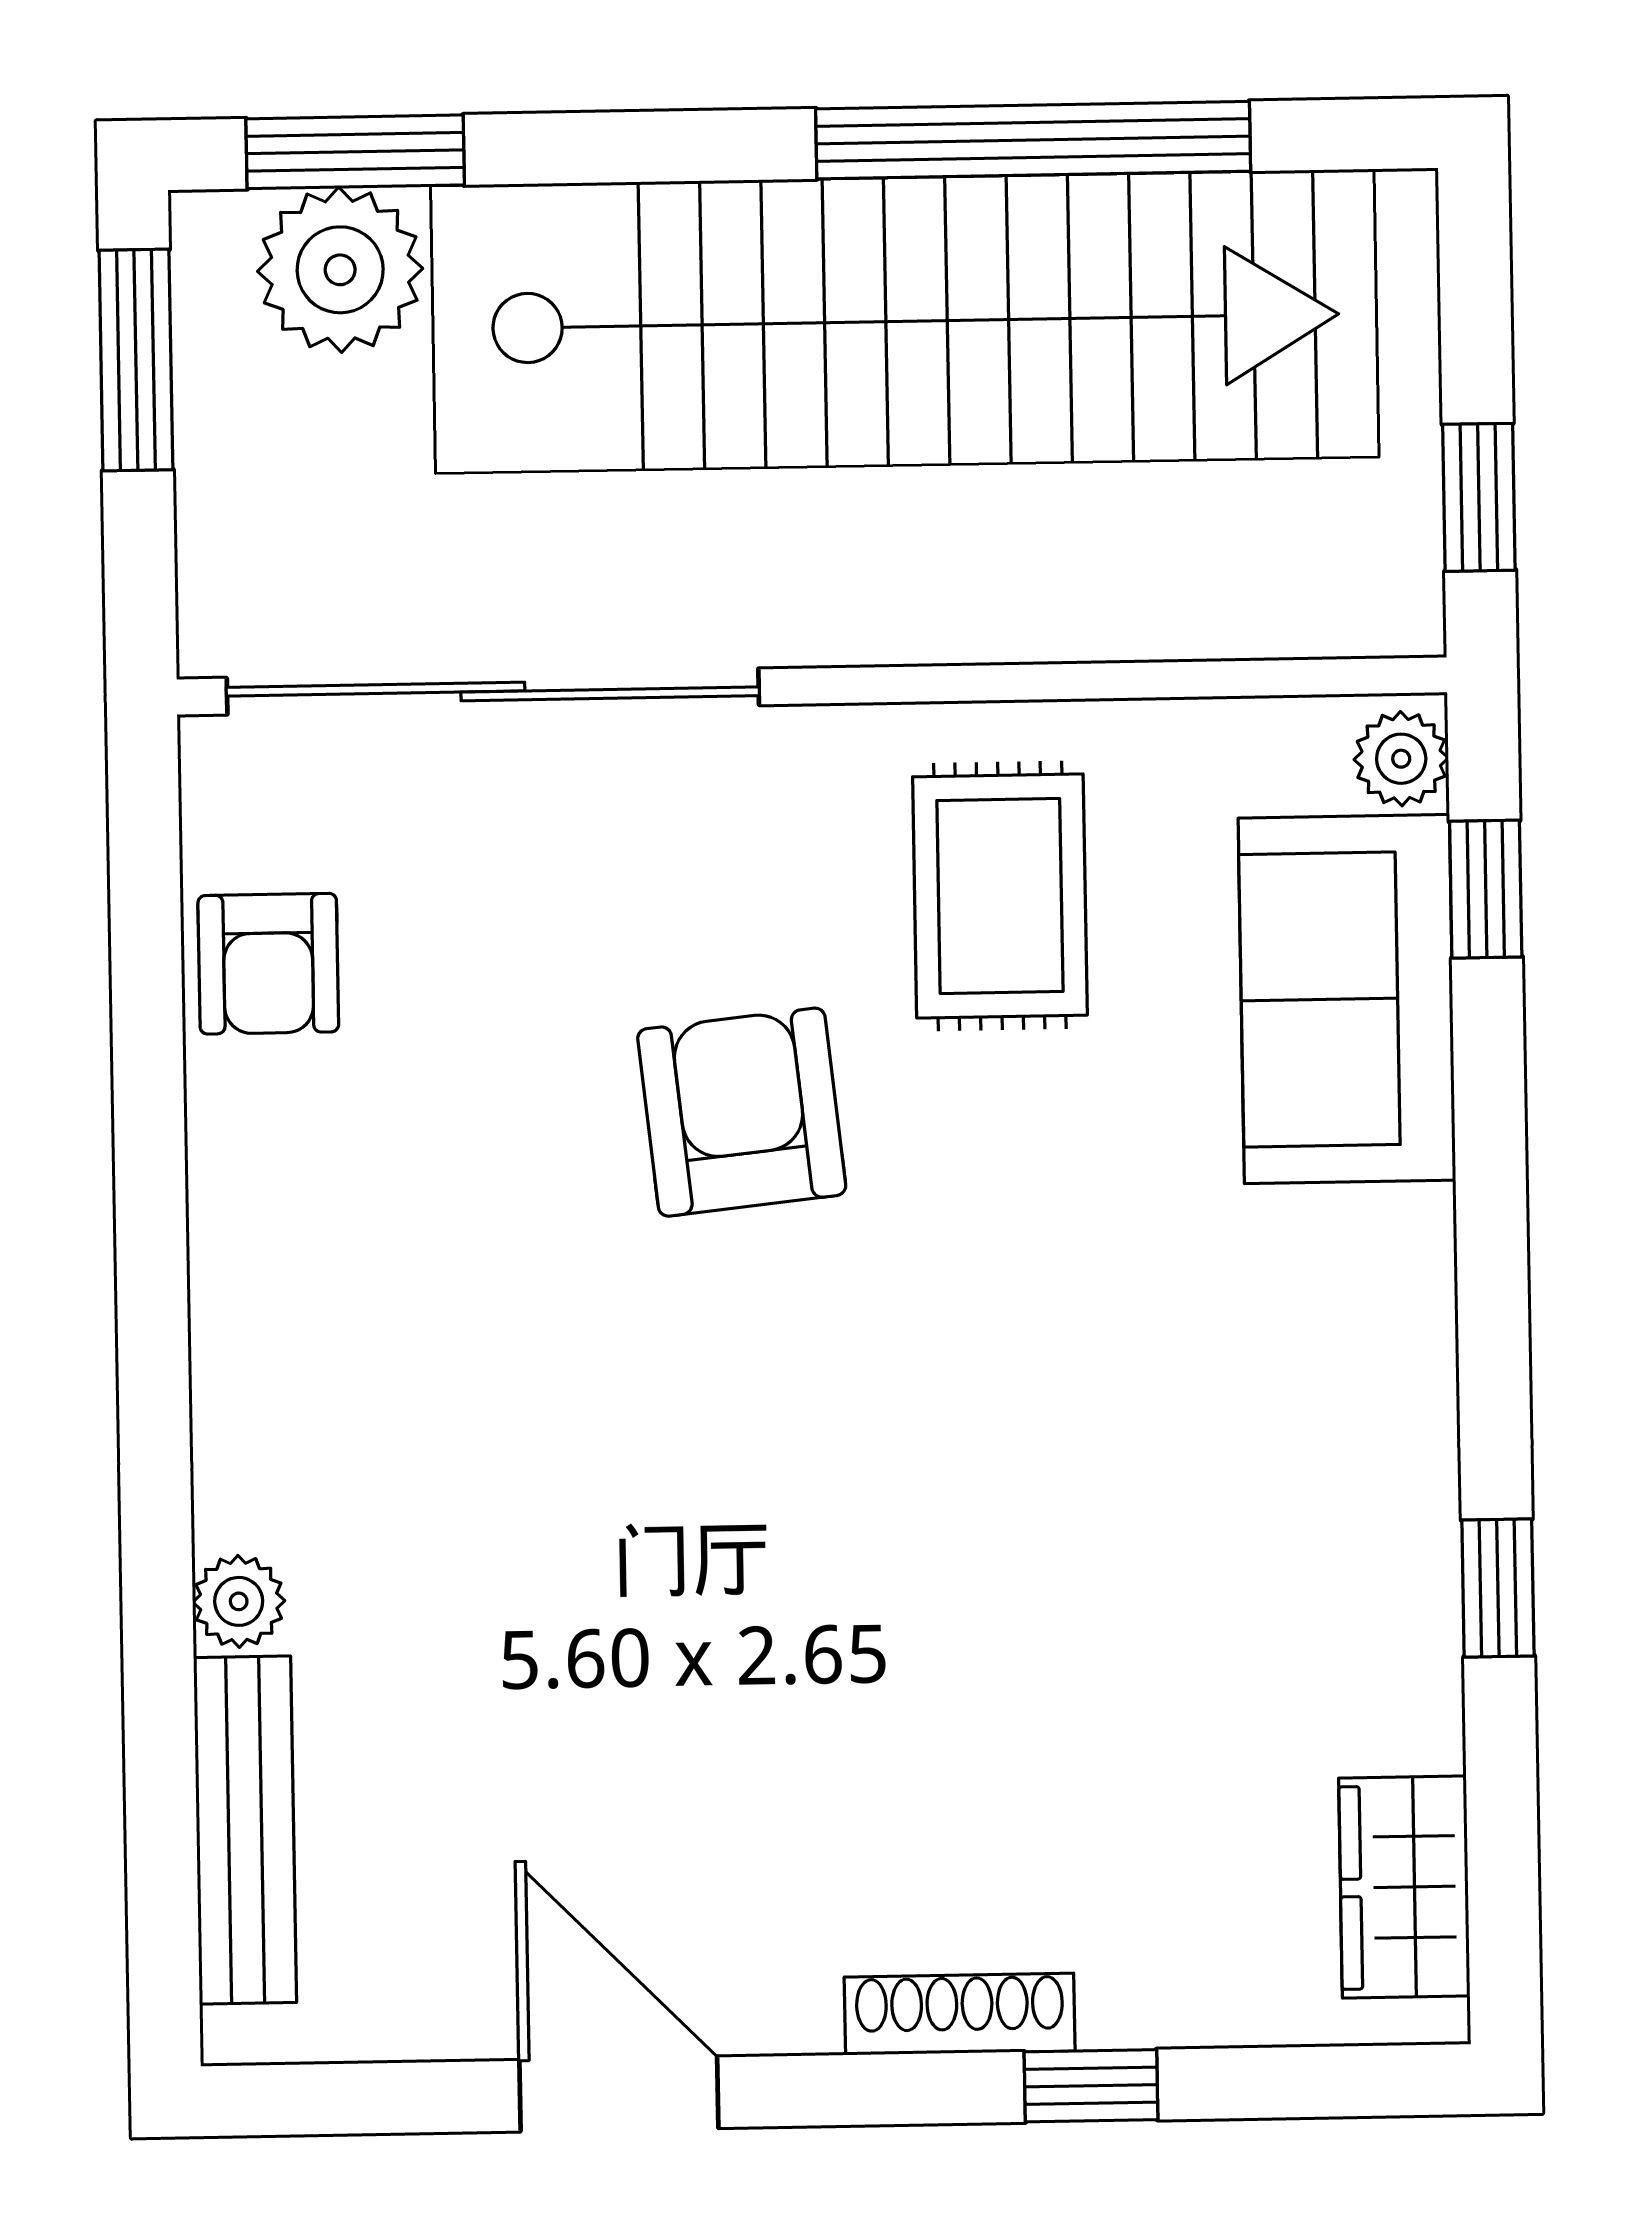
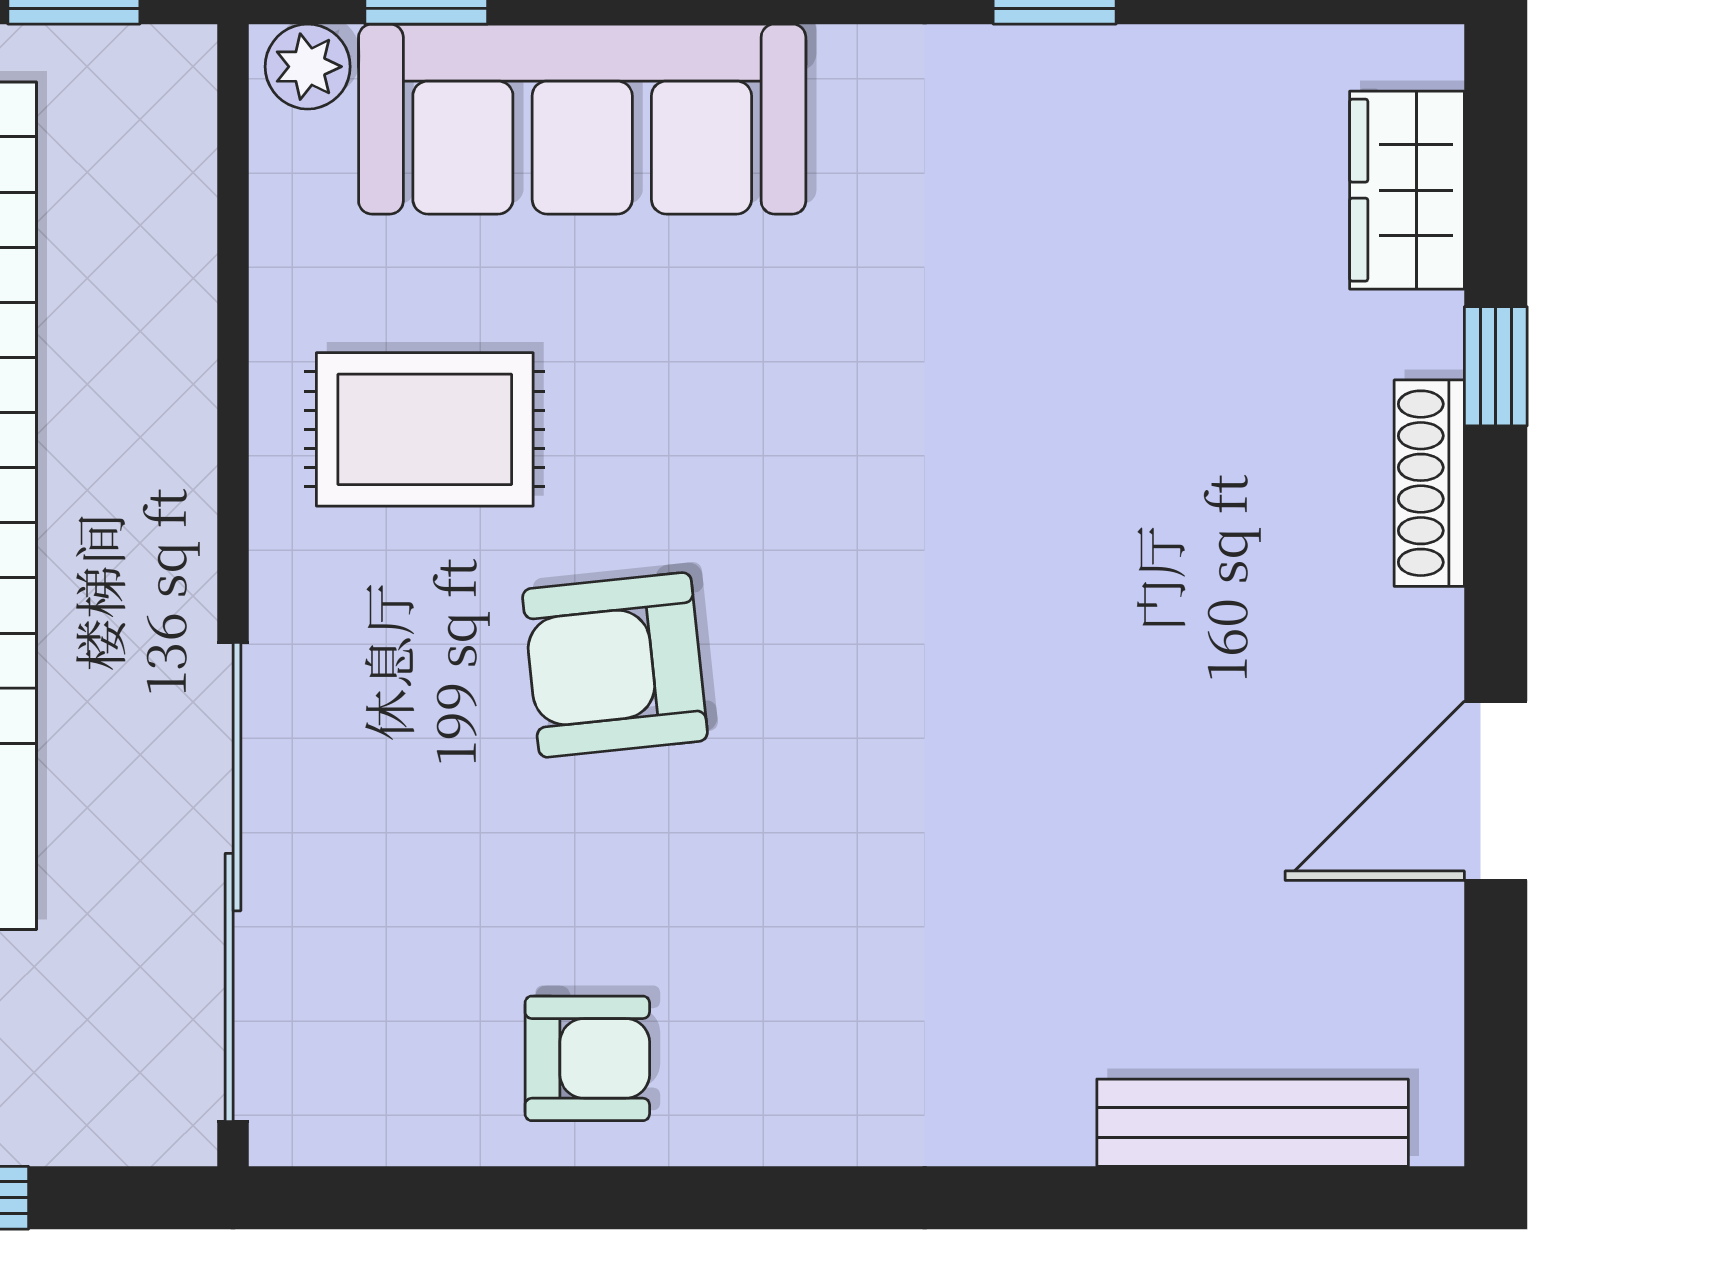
armchair: (268, 964) -> (587, 1058), moved
sofa: (1347, 999) -> (582, 119), width x1.36
plant: (239, 1601) -> (1047, 1125), removed
wardrobe: (1404, 1887) -> (1407, 190), moved, turned 90

